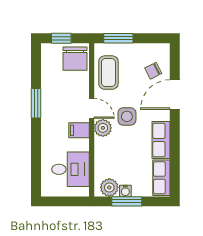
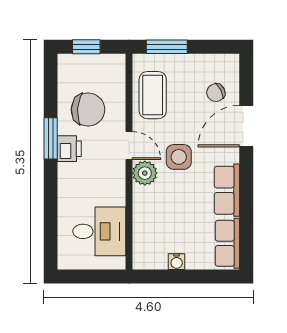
chair: (75, 59) -> (88, 110), moved, turned -86
printer: (49, 111) -> (69, 149), added
filing cabinet: (79, 130) -> (111, 176), removed
plant: (109, 187) -> (154, 257), removed
window: (127, 201) -> (178, 277), removed

